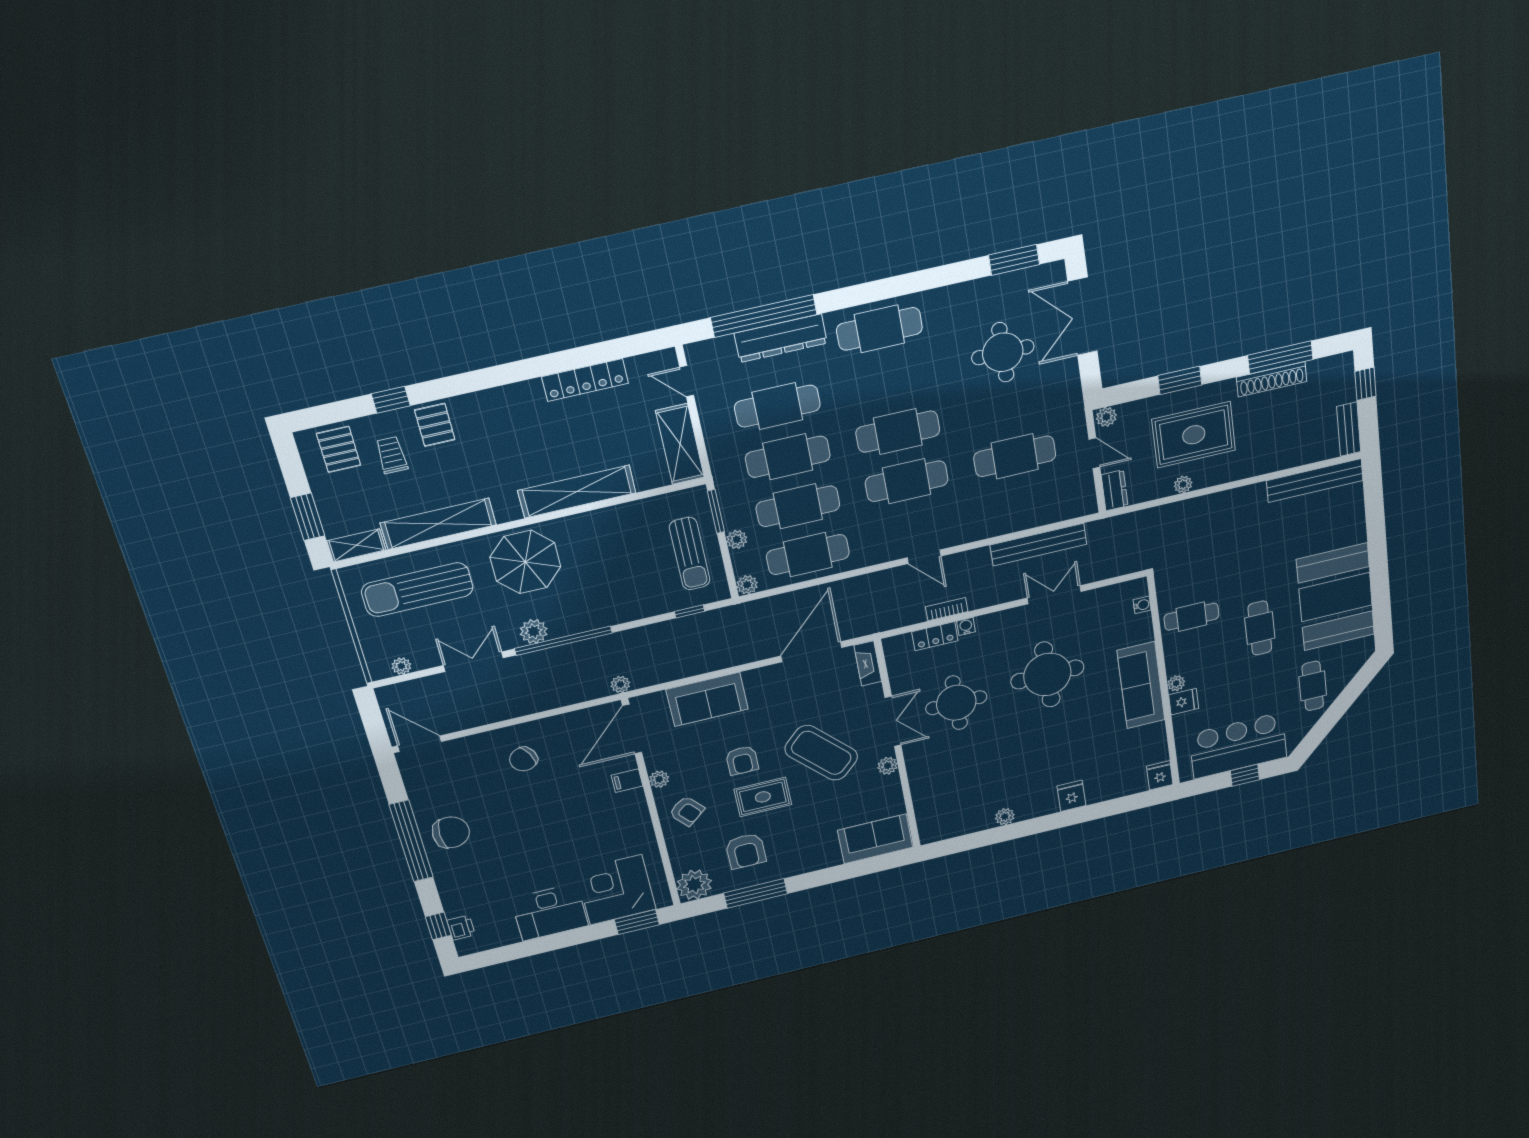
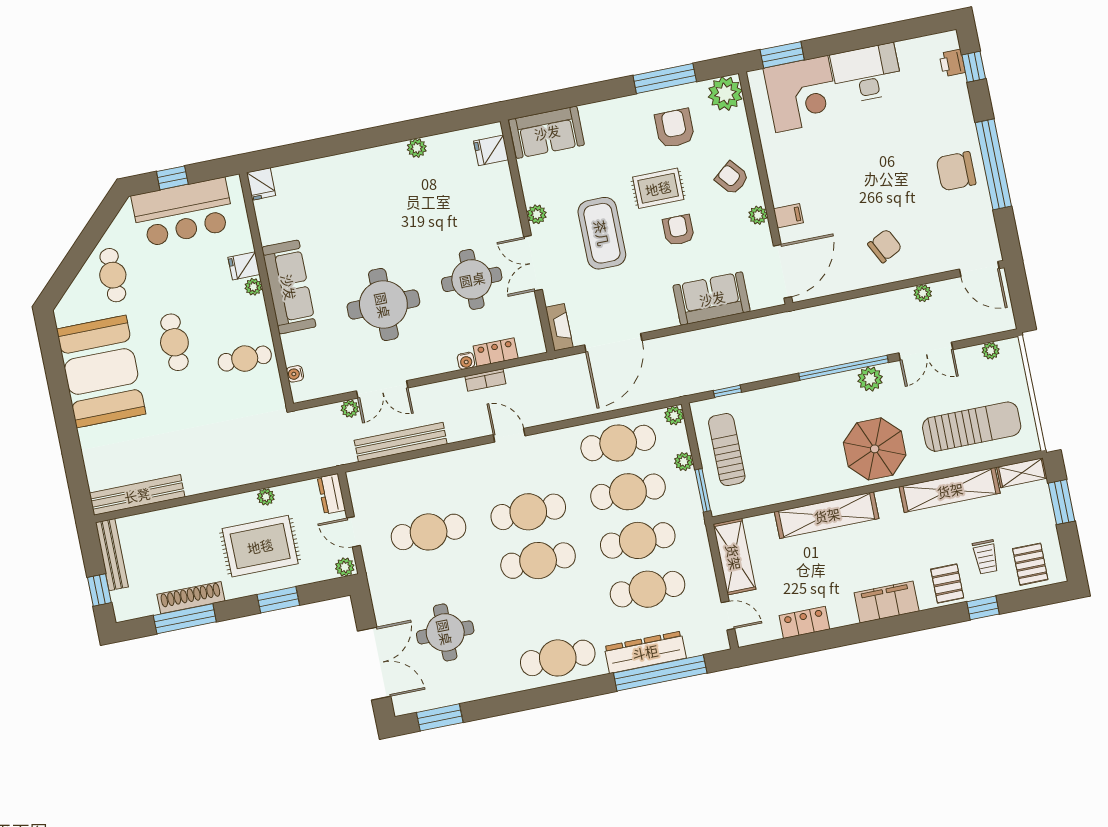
locker: (585, 380) -> (804, 622), width x0.66
filing cabinet: (504, 402) -> (887, 602), added
bench: (1349, 429) -> (112, 555), width x1.36
plant: (1089, 575) -> (350, 409), added
plant: (620, 684) -> (923, 293), moved
coffee table: (821, 753) -> (602, 233), turned 44
fridge: (1071, 796) -> (491, 150), moved, turned 90

